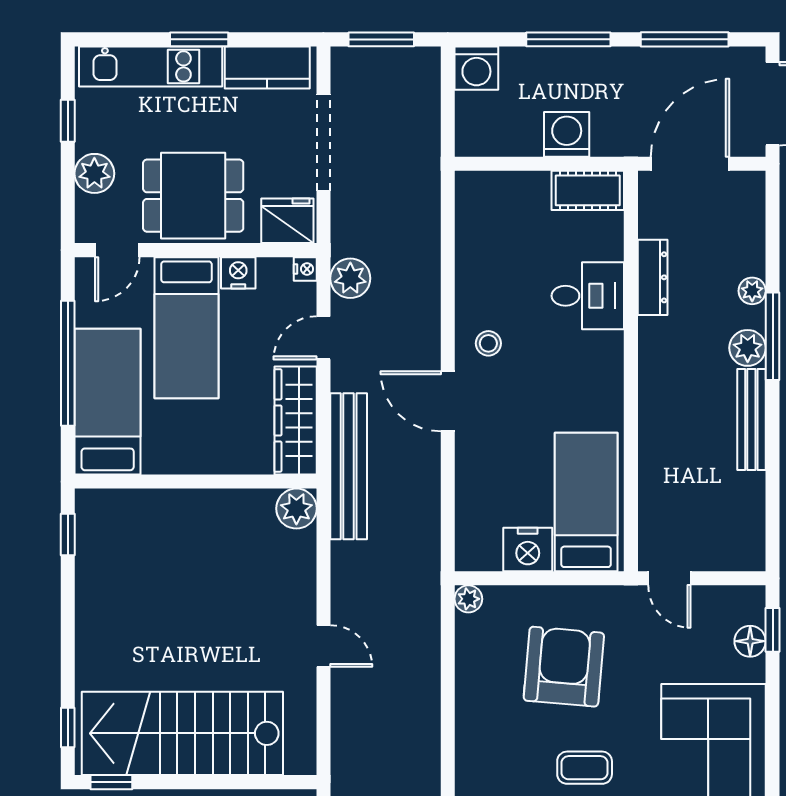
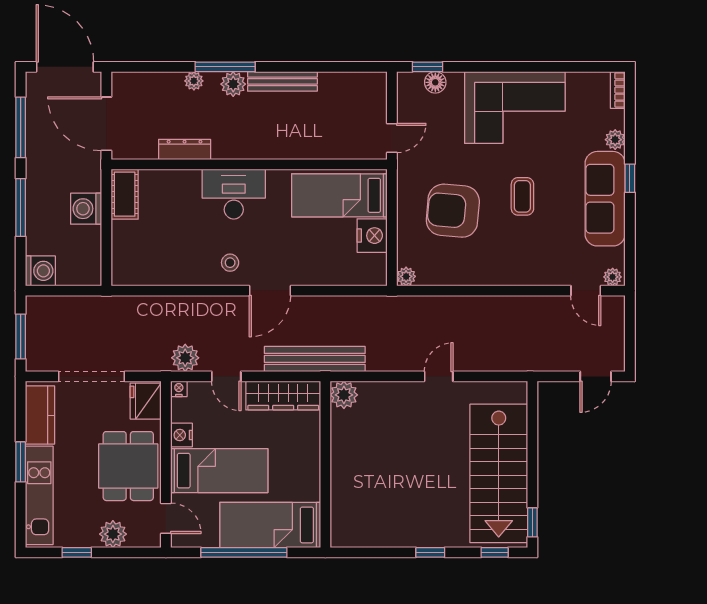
desk: (588, 296) -> (234, 194), moved, width x1.37
window: (68, 534) -> (430, 552), moved

